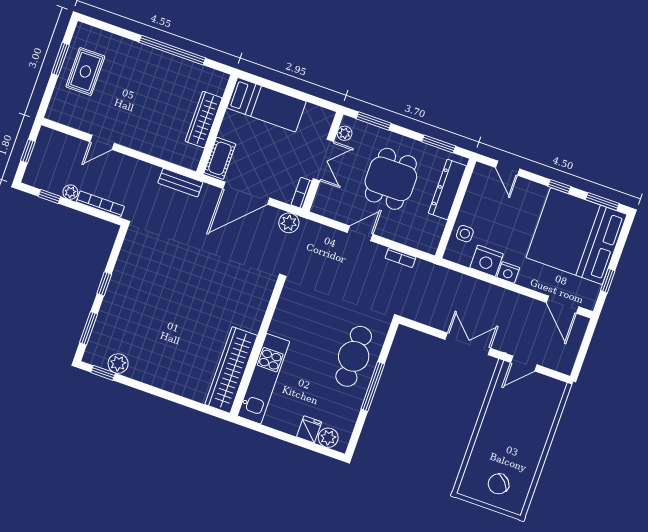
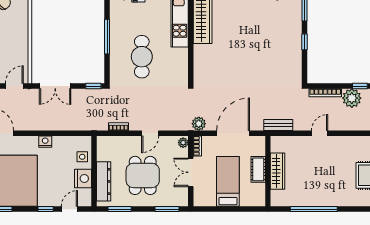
bed: (266, 105) -> (228, 181), moved, turned 90
plant: (345, 133) -> (183, 143), moved
door: (102, 142) -> (320, 133), moved
cot: (220, 158) -> (258, 169), moved
door: (508, 168) -> (69, 209), hinge flipped
window: (559, 186) -> (46, 209), moved
plant: (70, 192) -> (352, 98), width x1.87, depth x1.87
nightstand: (487, 261) -> (83, 179), moved, turned 90
window: (415, 325) -> (93, 86), added
cafe table: (354, 356) -> (142, 57), moved

